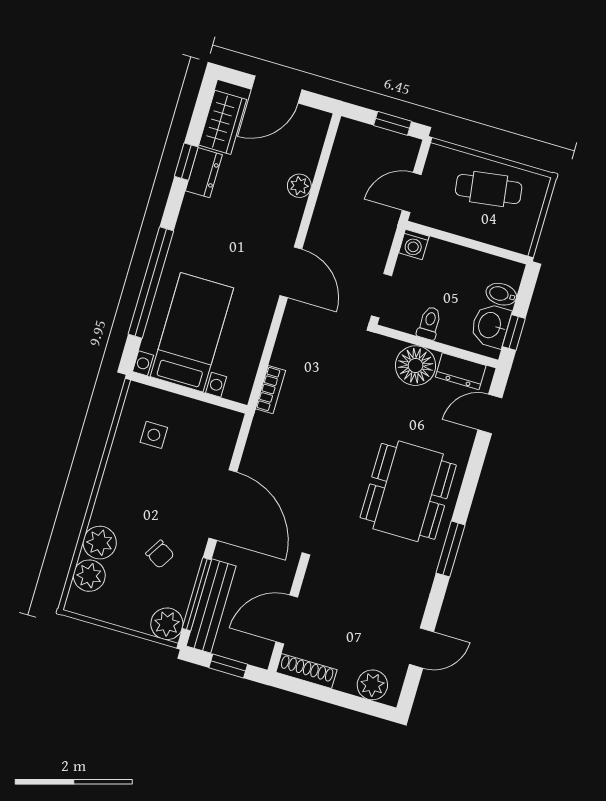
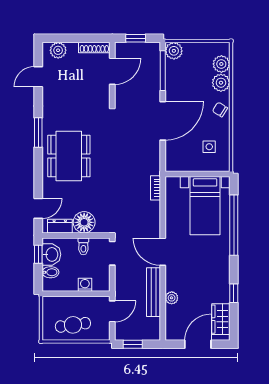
dresser: (204, 173) -> (223, 290), removed
washing machine: (414, 245) -> (85, 285), moved
door: (223, 505) -> (163, 121), swing flipped
chair: (160, 554) -> (220, 110), moved
bench: (211, 606) -> (154, 292), moved

